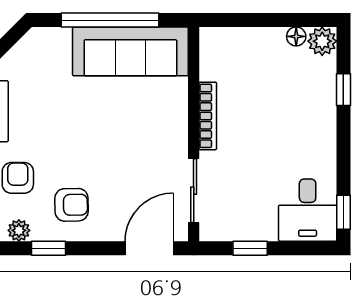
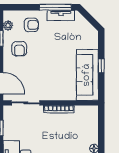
window: (110, 20) -> (101, 66), width x0.32

